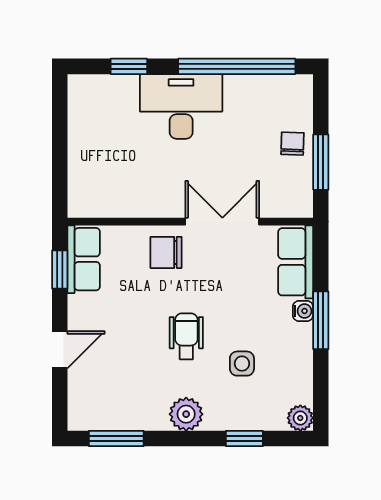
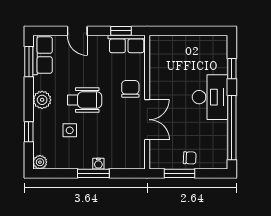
row of seats: (296, 262) -> (43, 55), moved, turned 90
wheelchair: (186, 336) -> (85, 100), width x1.36, depth x1.37

